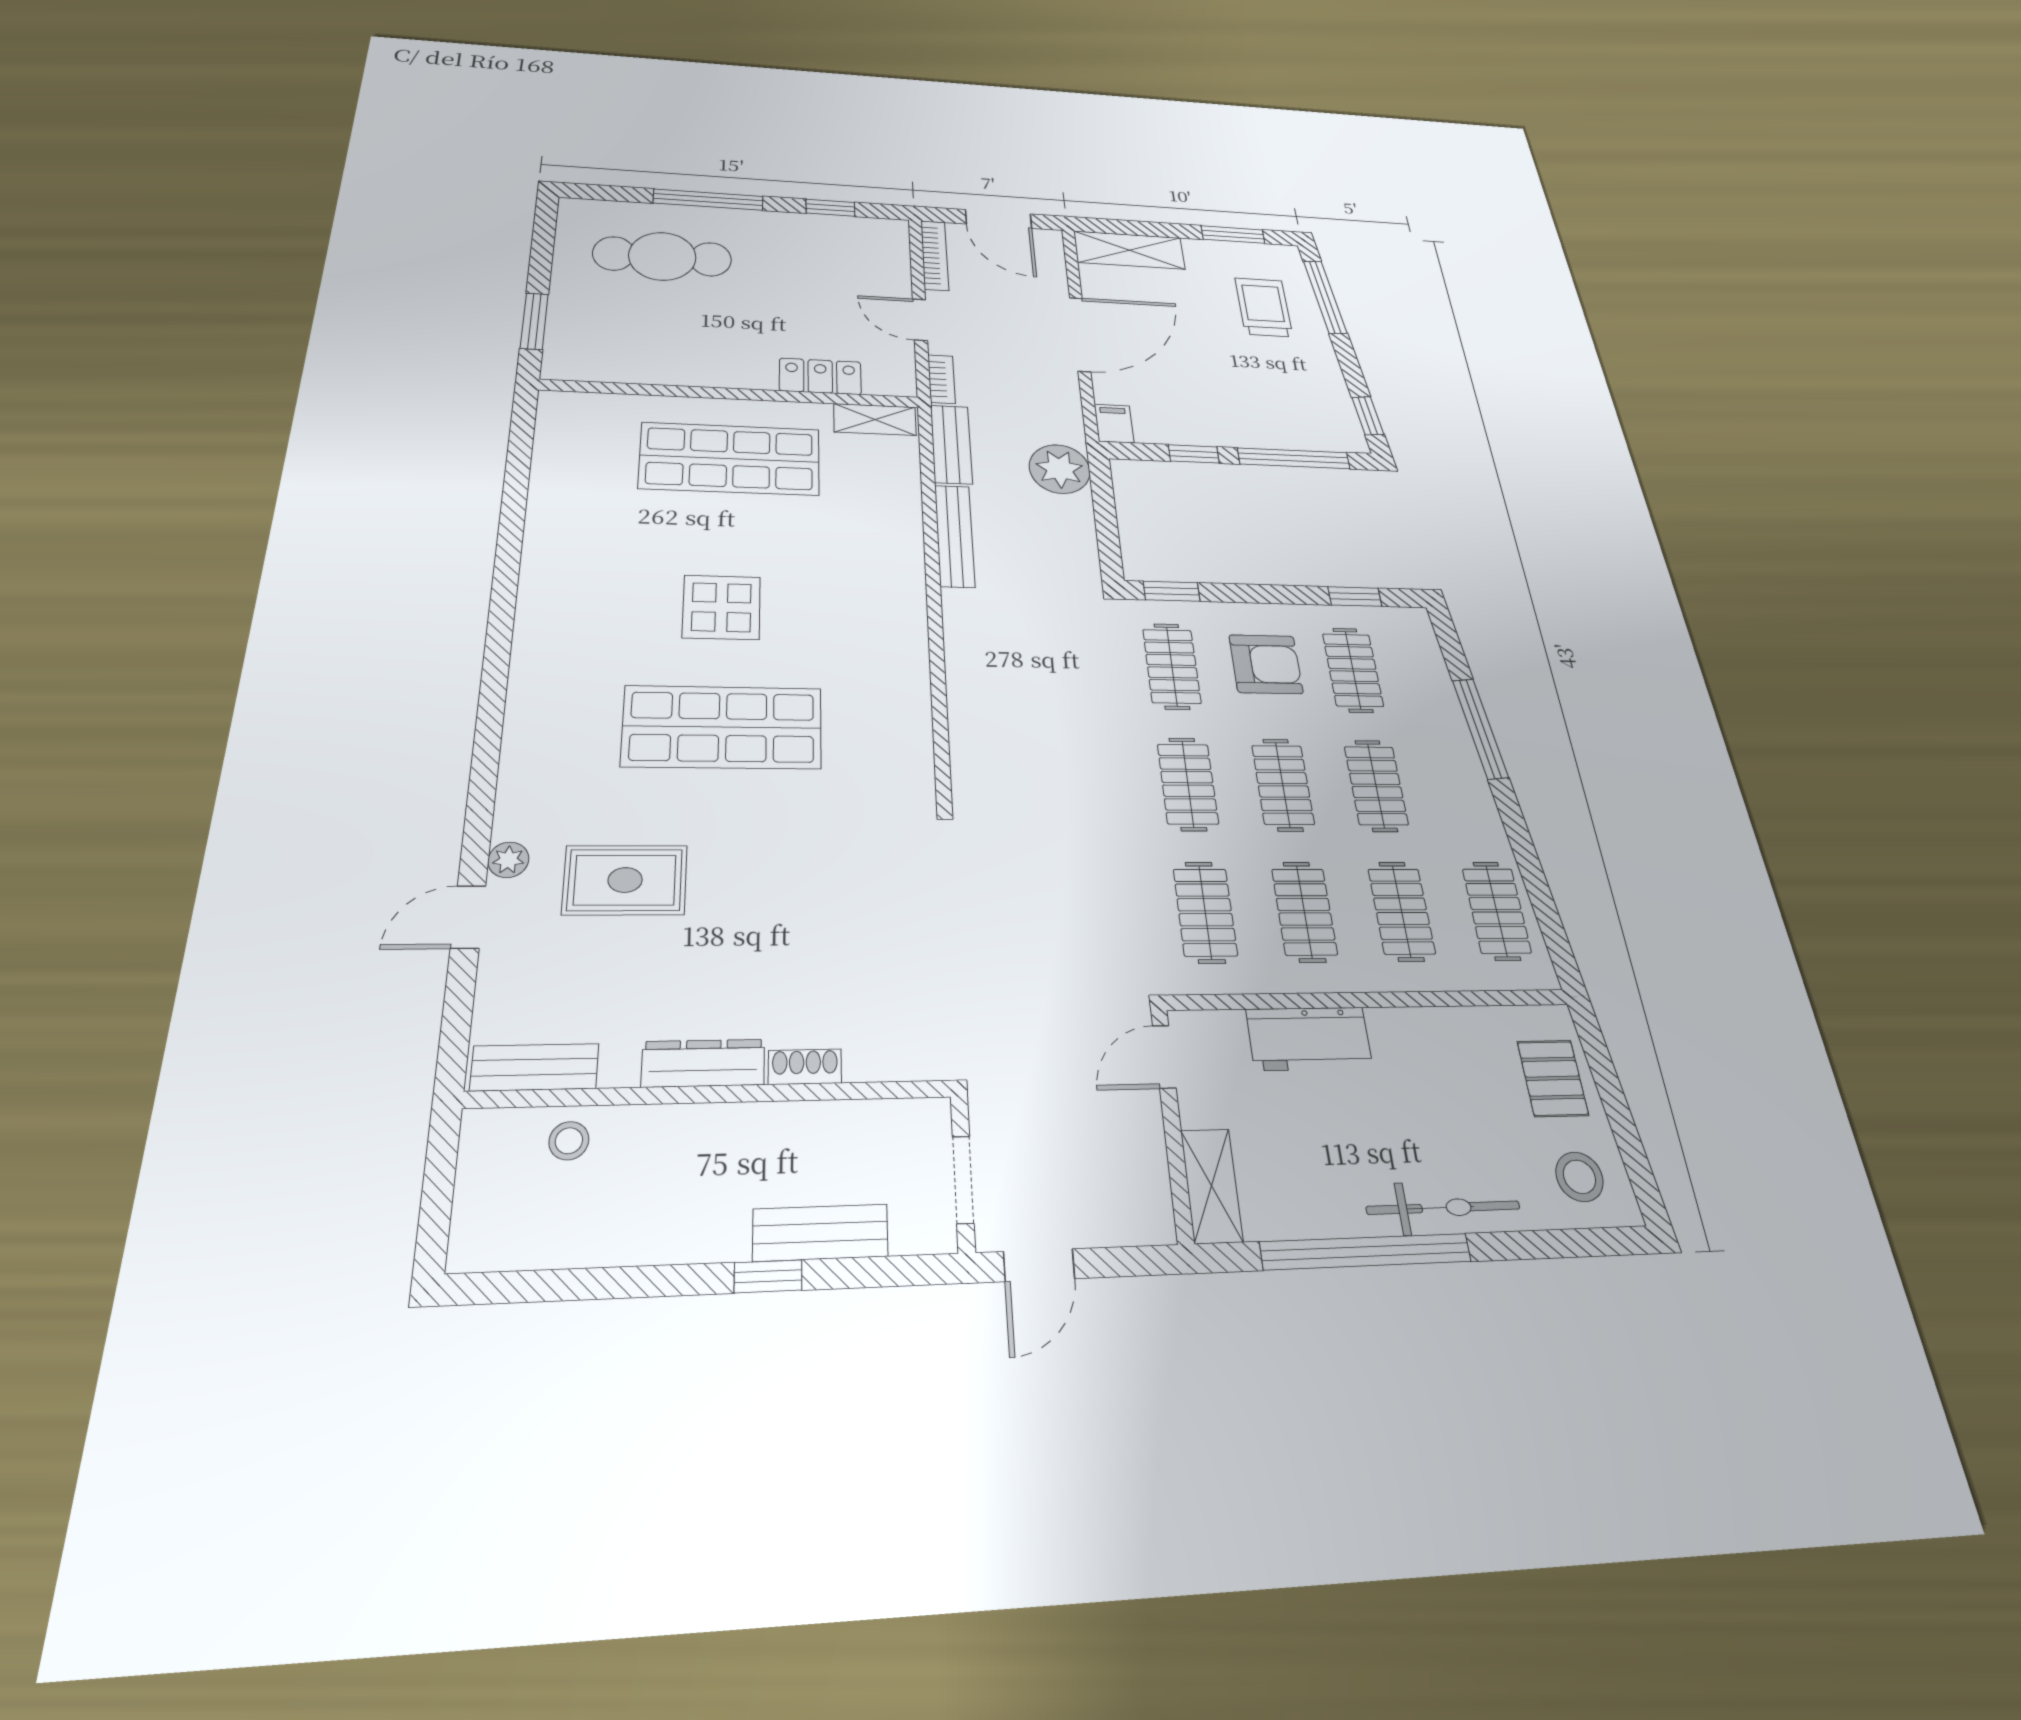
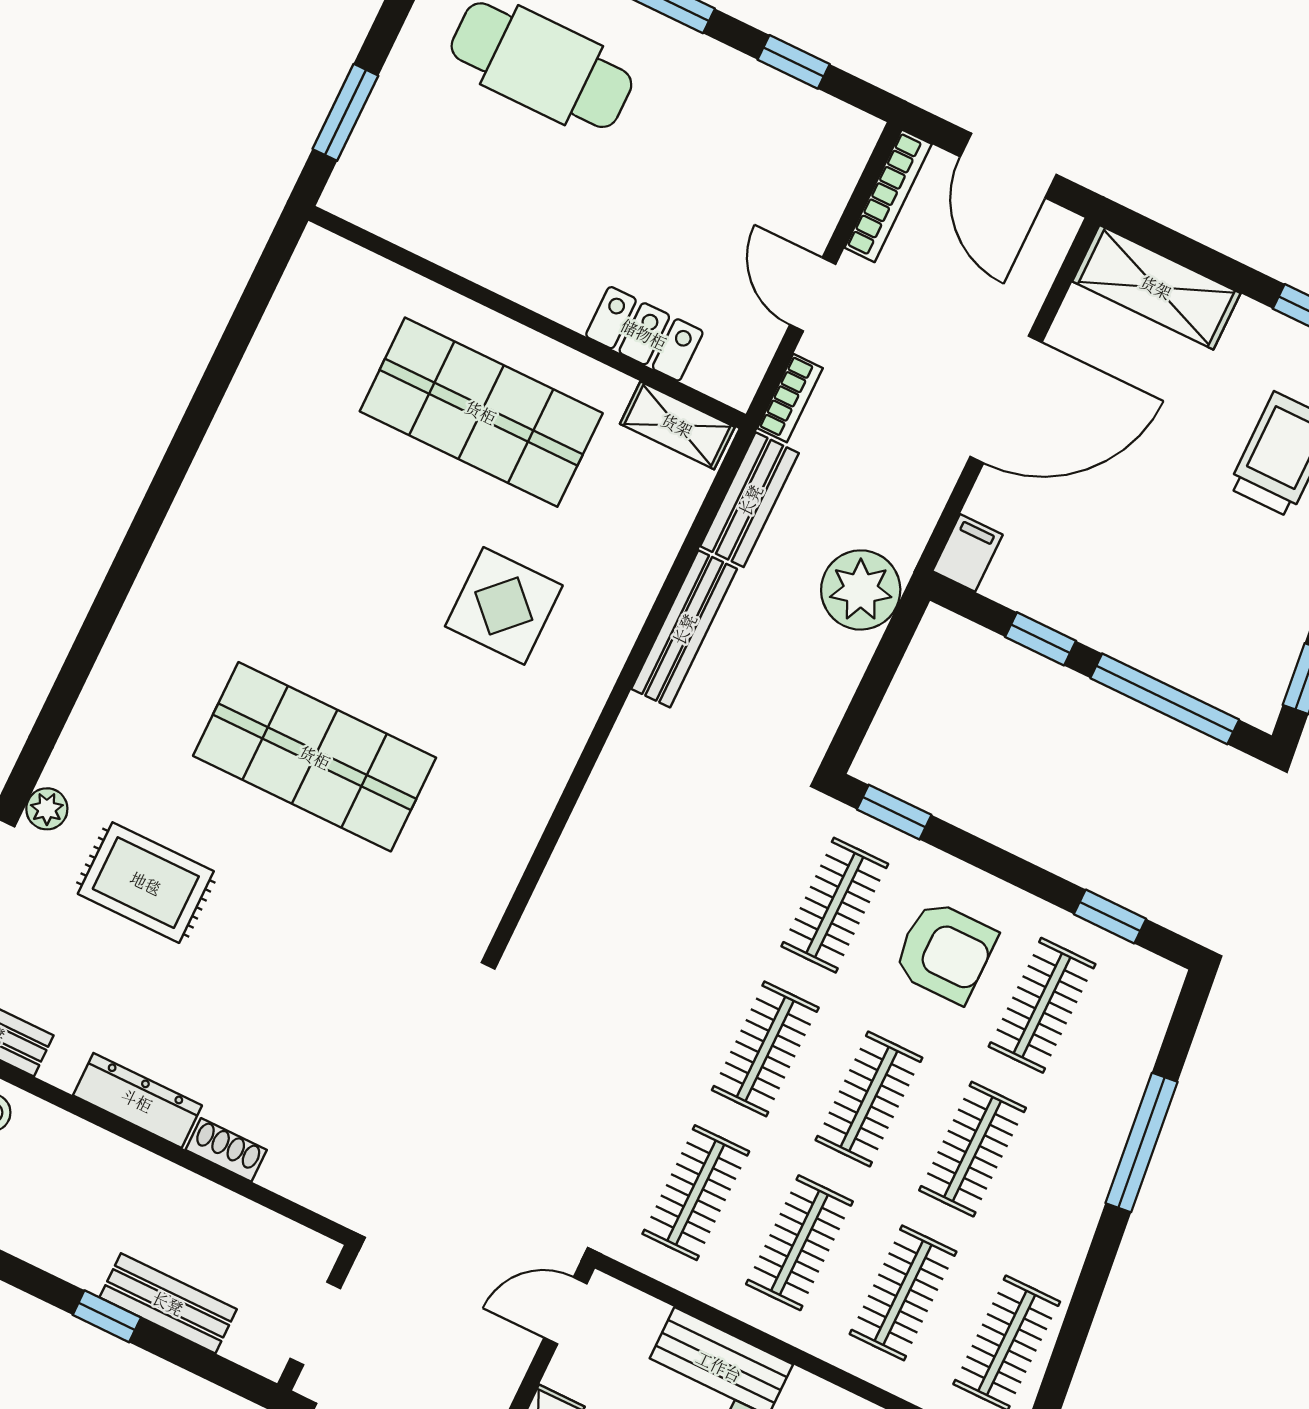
display table: (722, 607) -> (504, 606), moved

